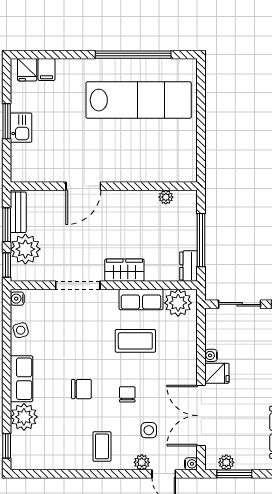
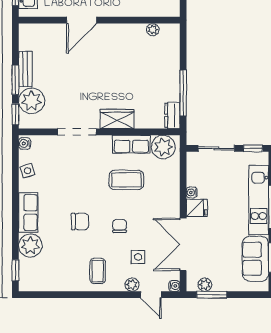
door: (83, 186) -> (82, 20), moved
wall: (104, 186) -> (99, 20), moved
plant: (166, 197) -> (153, 30), moved

